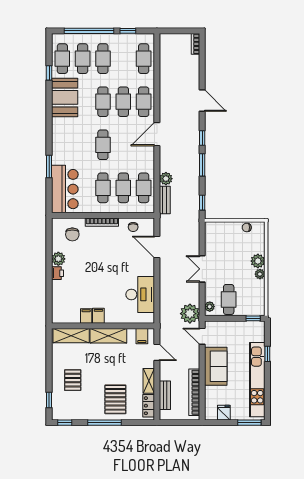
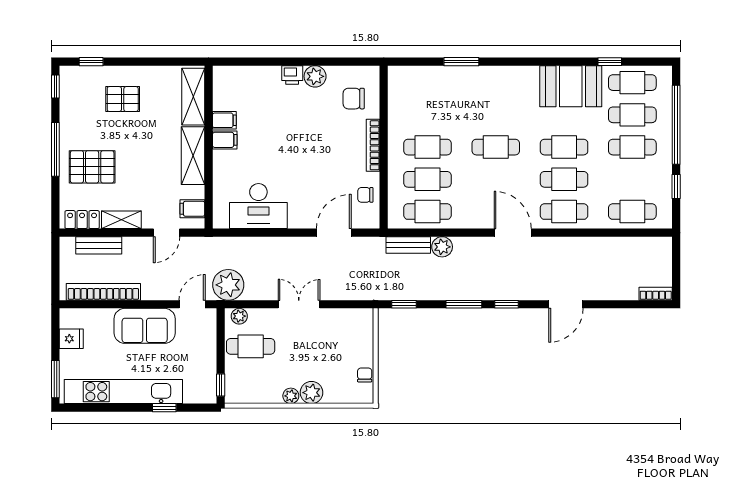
bar counter: (65, 189) -> (426, 87), removed

